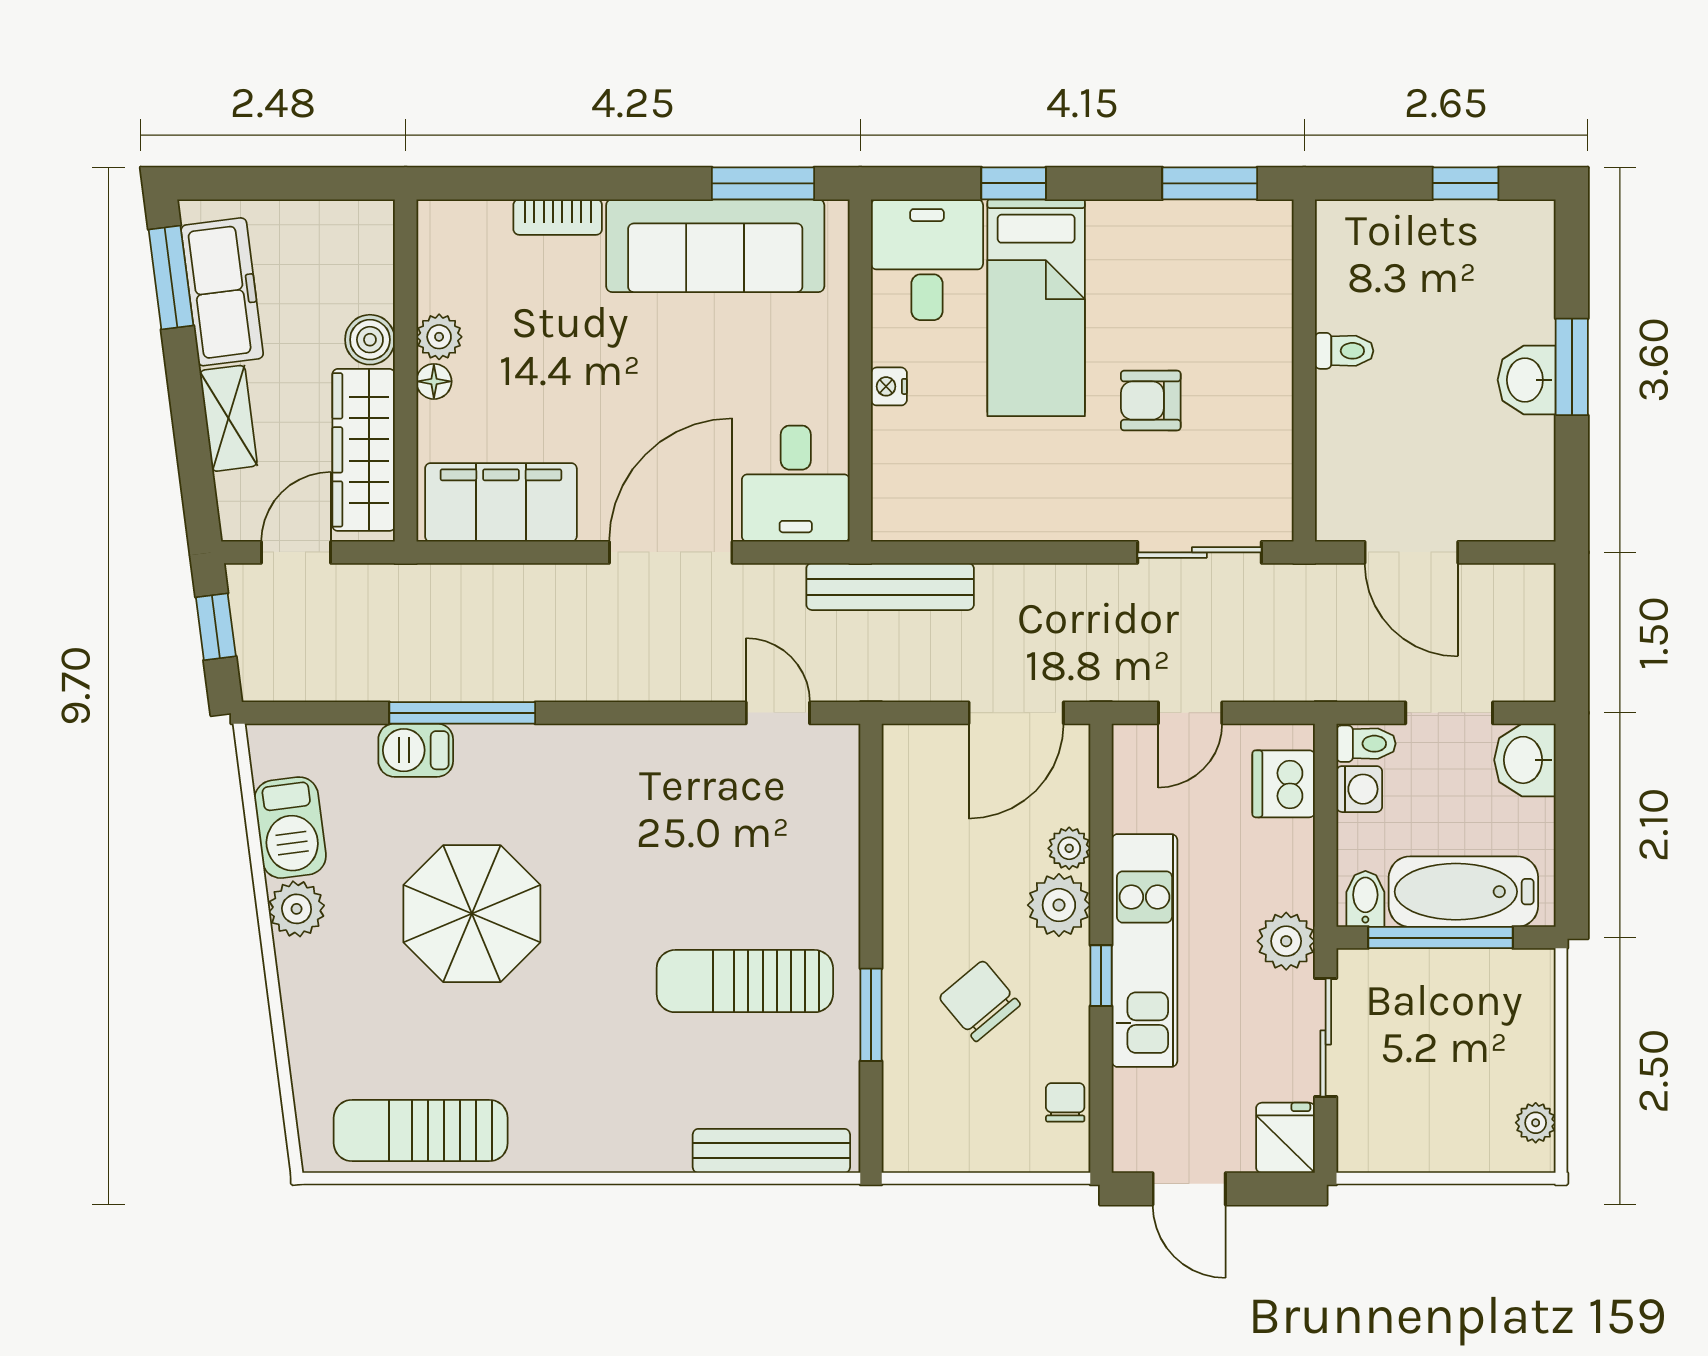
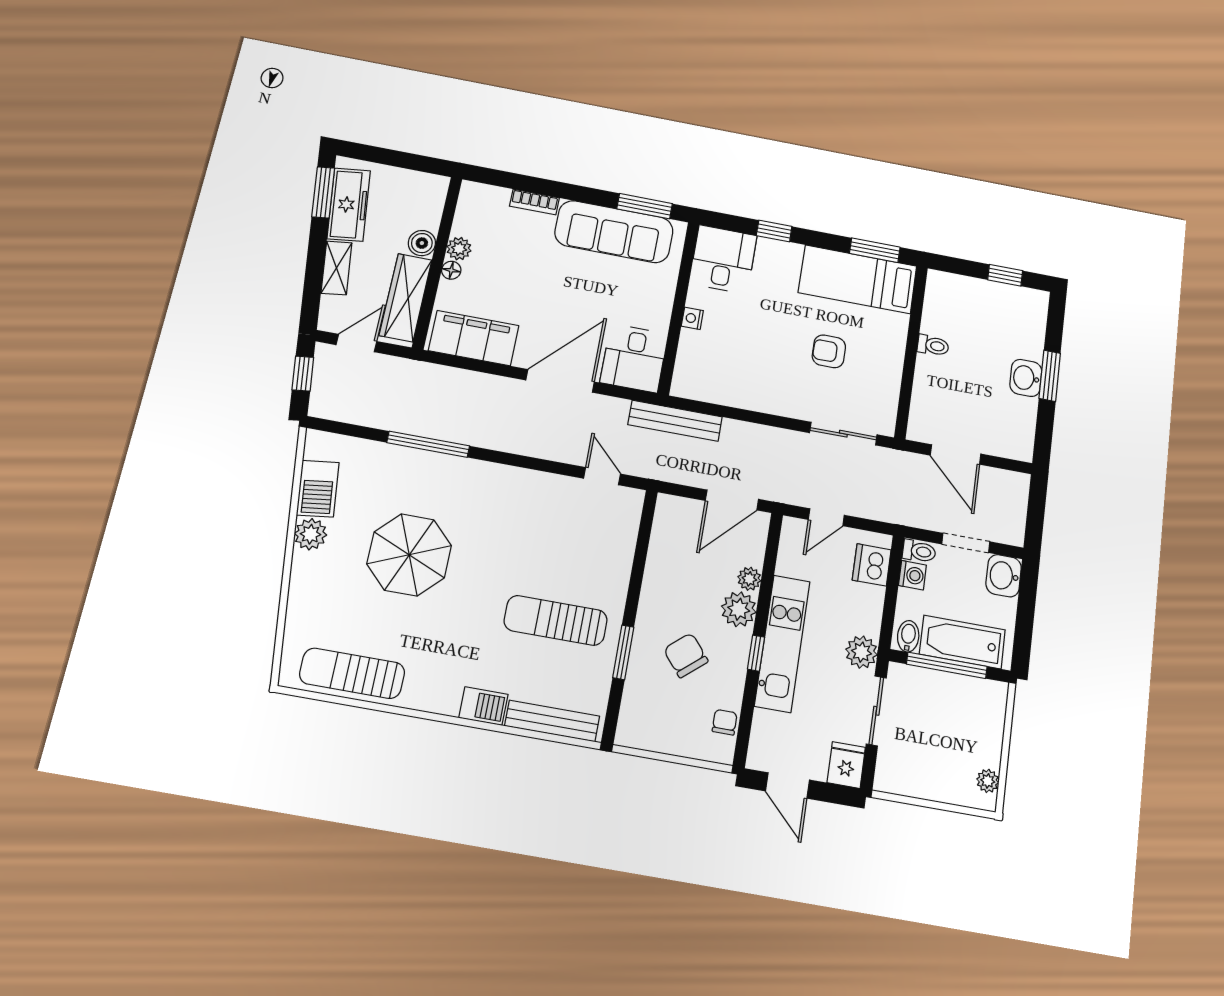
bed: (1036, 308) -> (858, 279), moved, turned 90
barbecue: (416, 750) -> (483, 706), moved, turned 180

